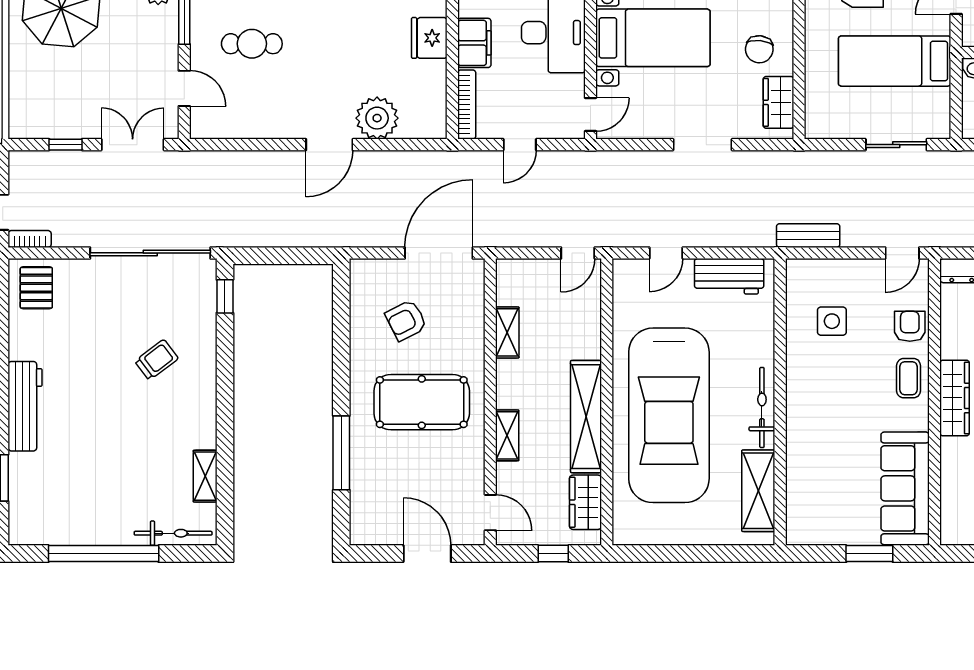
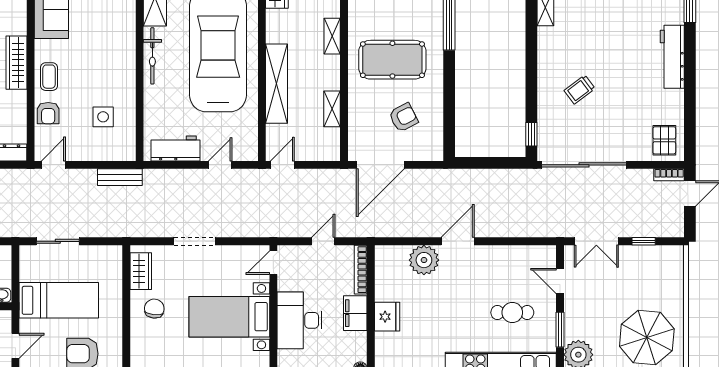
shelving: (586, 417) -> (277, 84), moved

